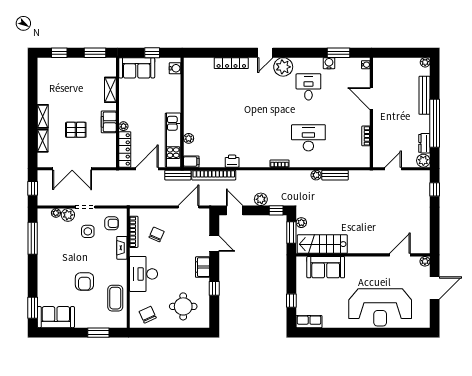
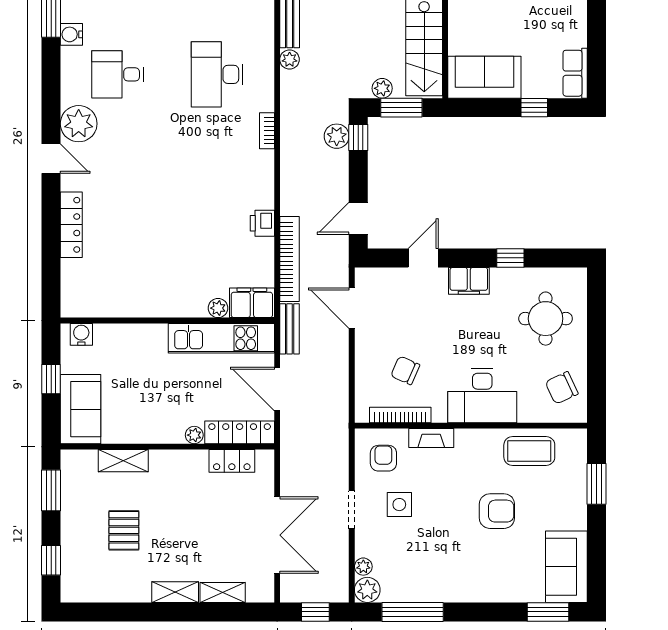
filing cabinet: (109, 122) -> (186, 464), removed
pallet: (76, 130) -> (124, 530), moved
locker: (110, 145) -> (232, 461), added
filing cabinet: (191, 162) -> (252, 303), width x2.00
plant: (261, 199) -> (337, 136), moved
plant: (68, 215) -> (367, 590), moved
sofa: (326, 267) -> (484, 77), moved, turned -90

